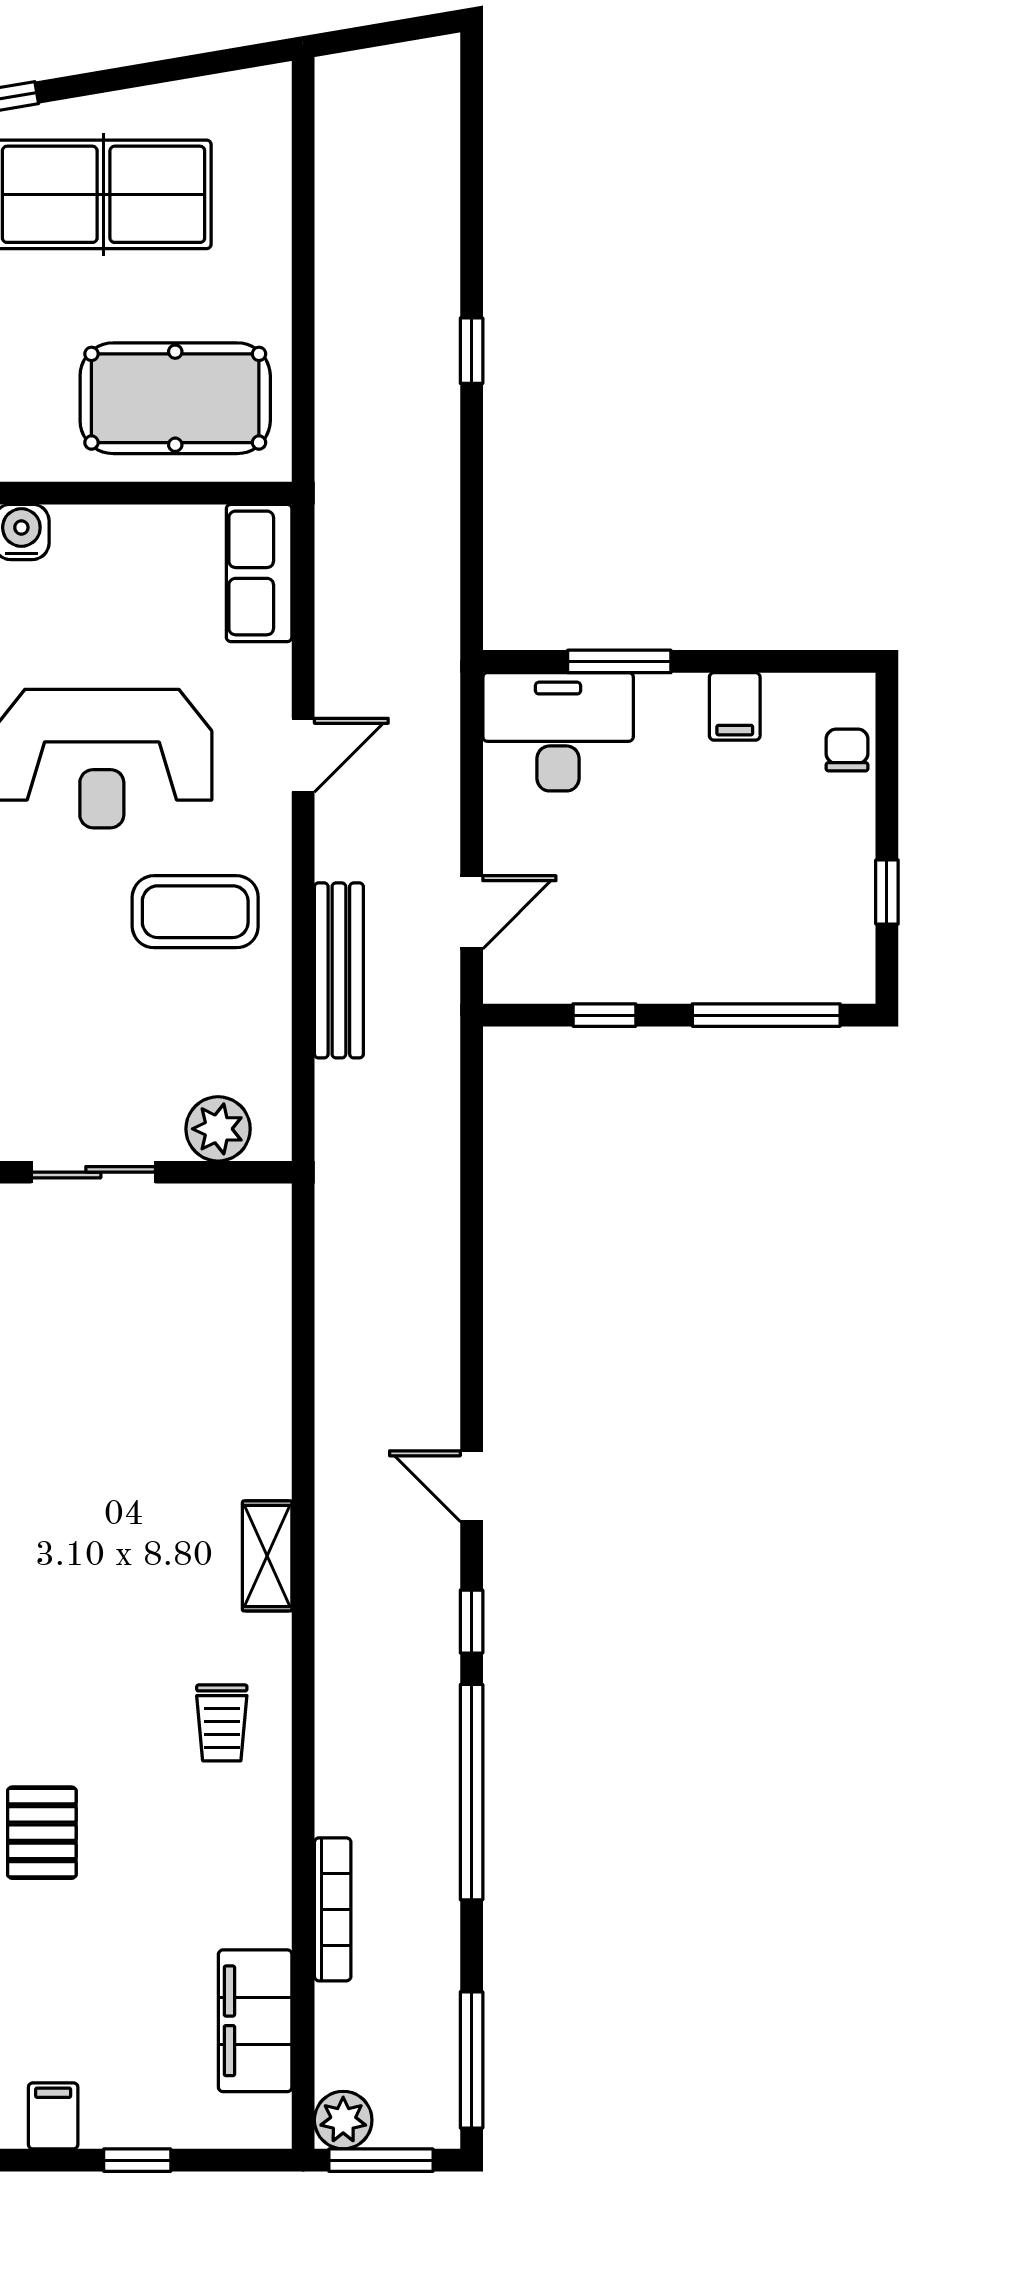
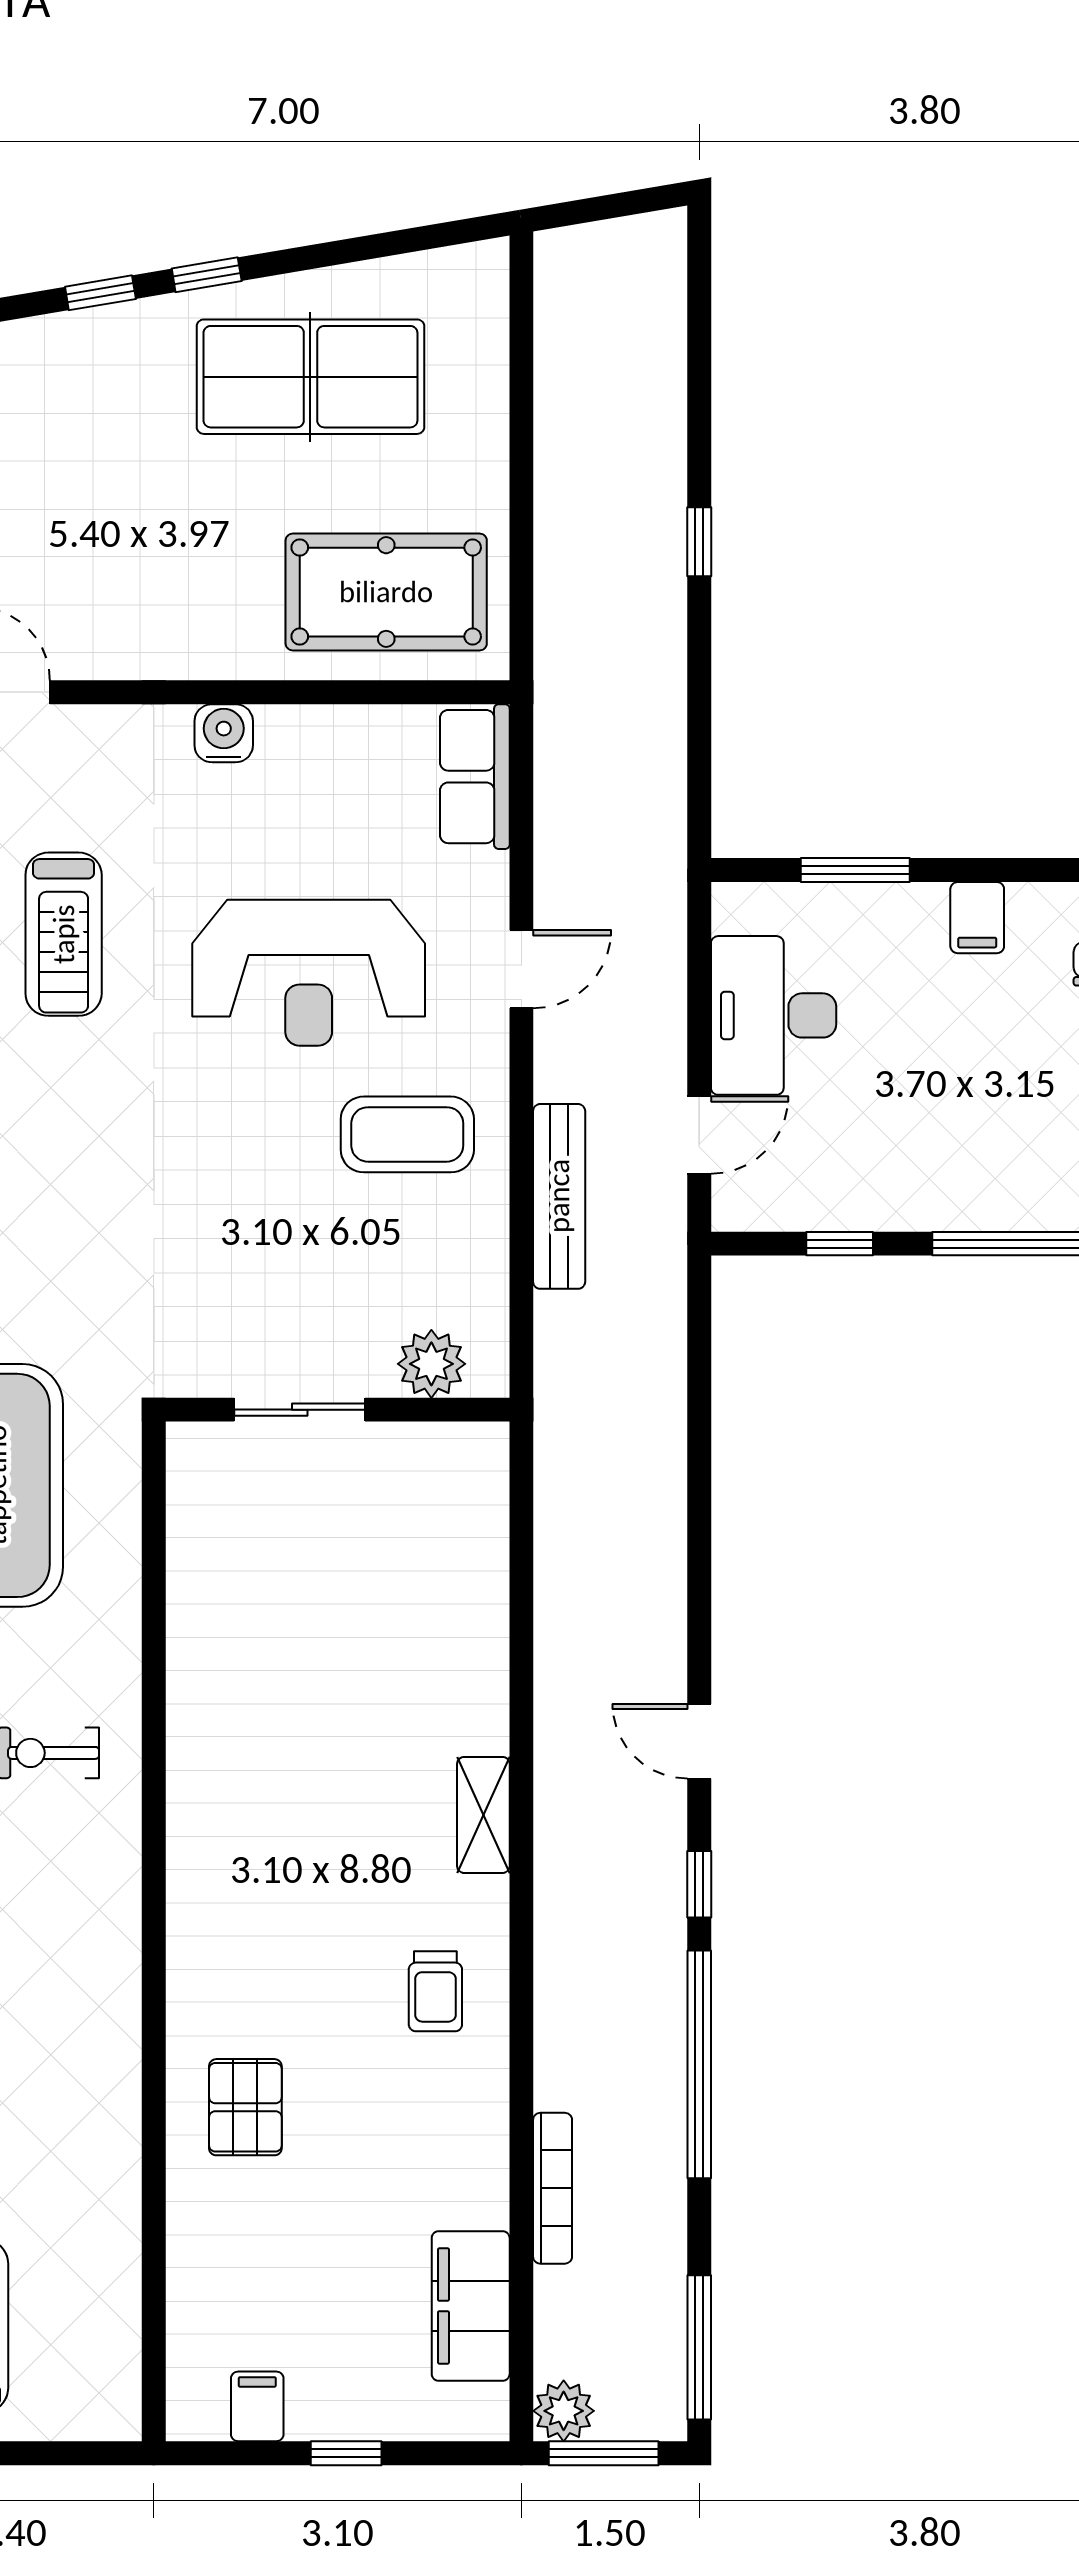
desk: (558, 732) -> (774, 1015), moved, turned -90

